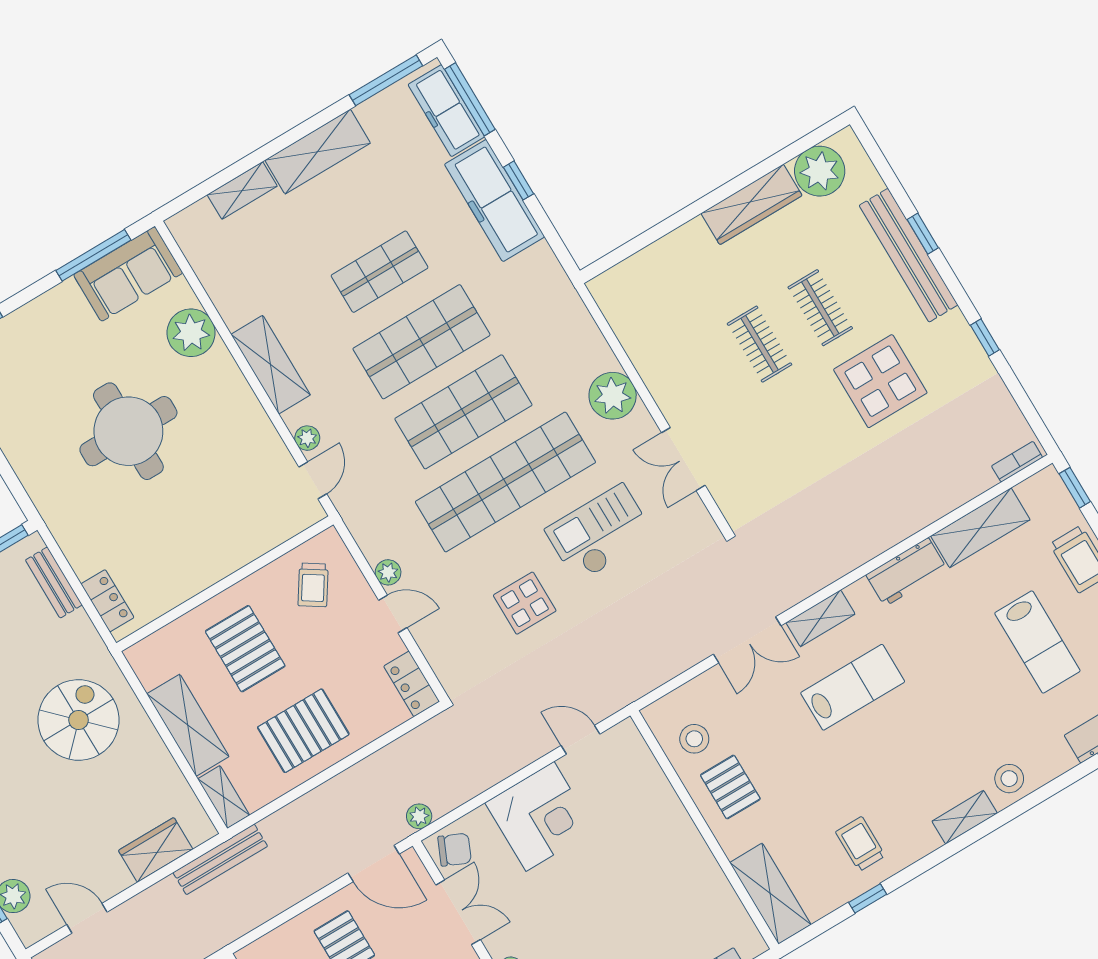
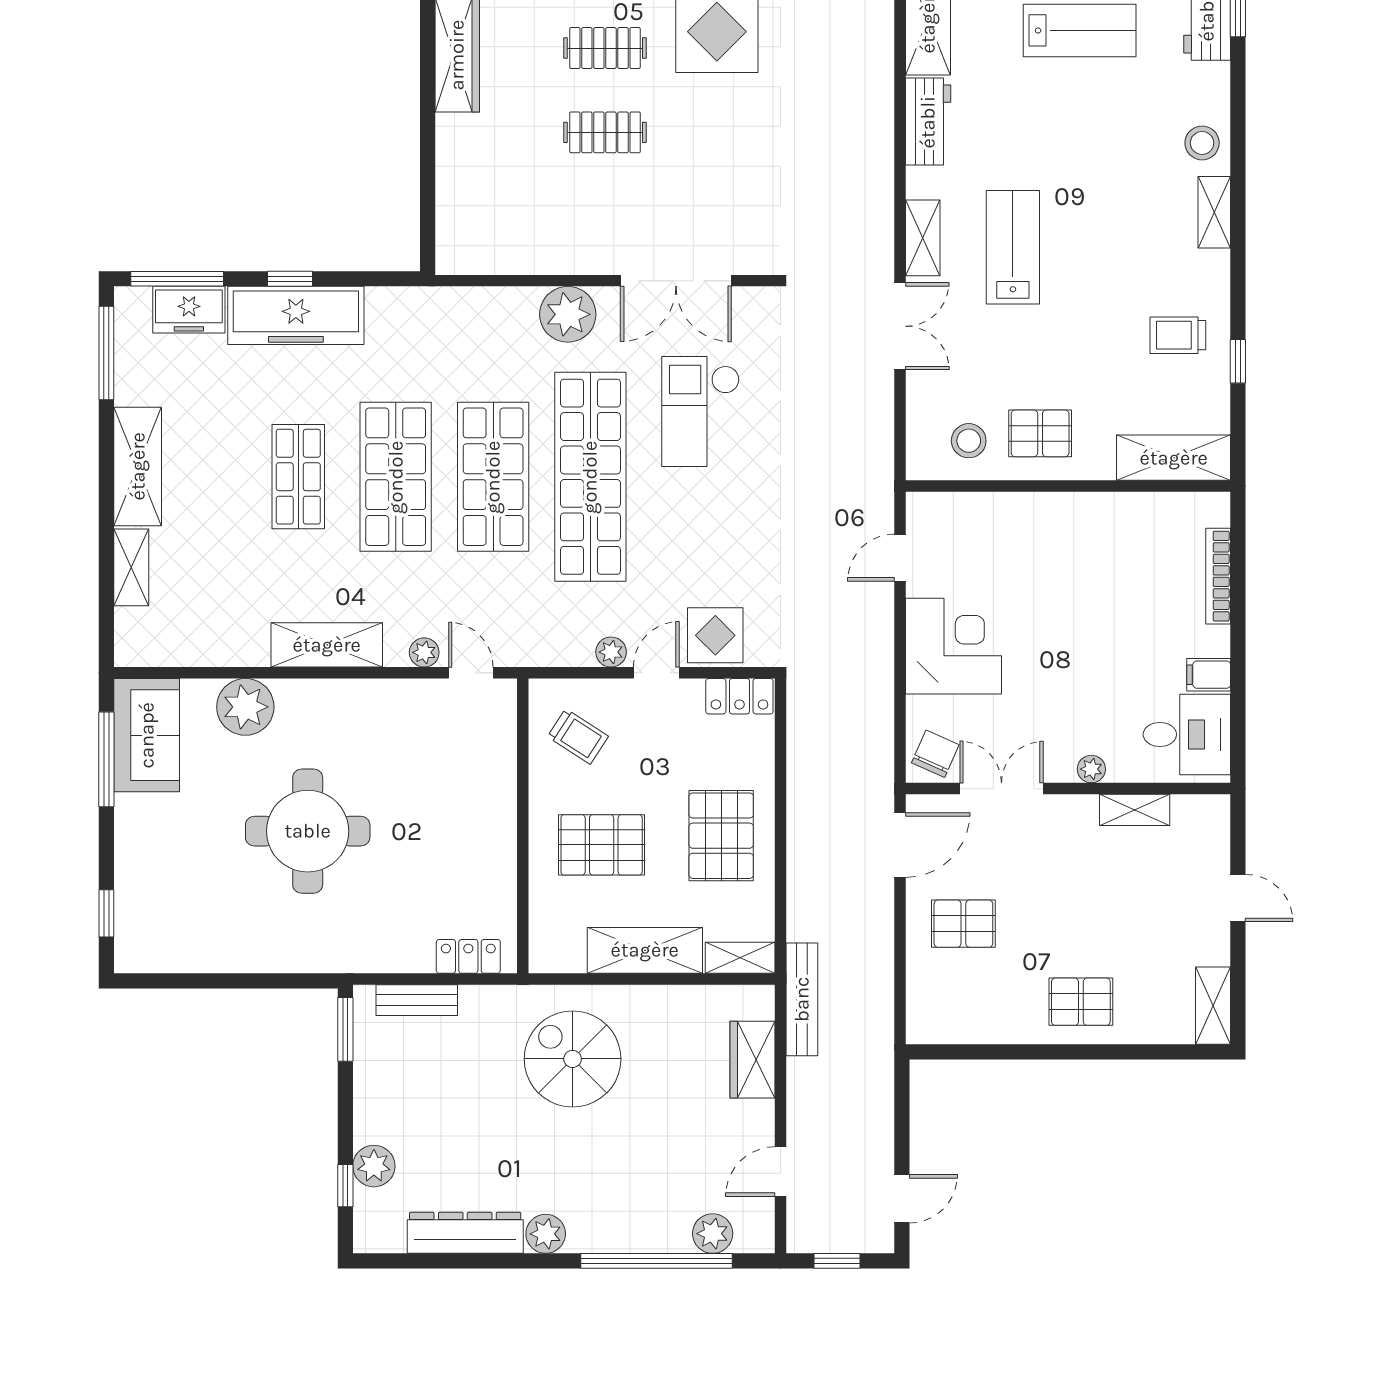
freezer: (446, 111) -> (189, 310), width x0.71
double door: (683, 459) -> (676, 281), width x1.37
display table: (525, 603) -> (715, 635), moved
plant: (419, 816) -> (879, 770), removed

